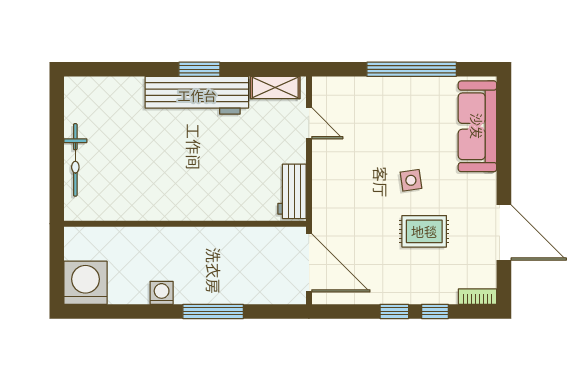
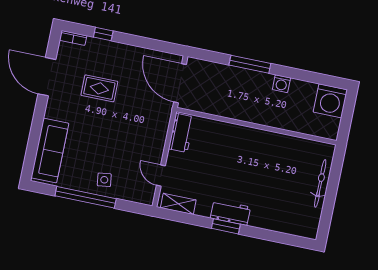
workbench: (197, 95) -> (230, 213), width x0.53, depth x0.76
side table: (411, 180) -> (104, 180), moved
window: (394, 311) -> (130, 40), removed

